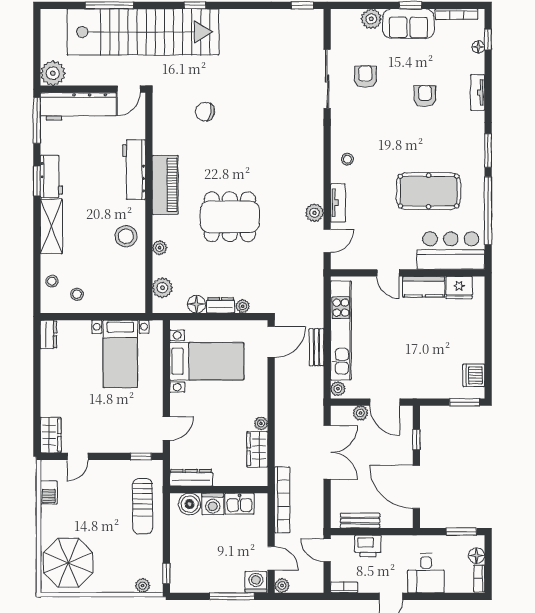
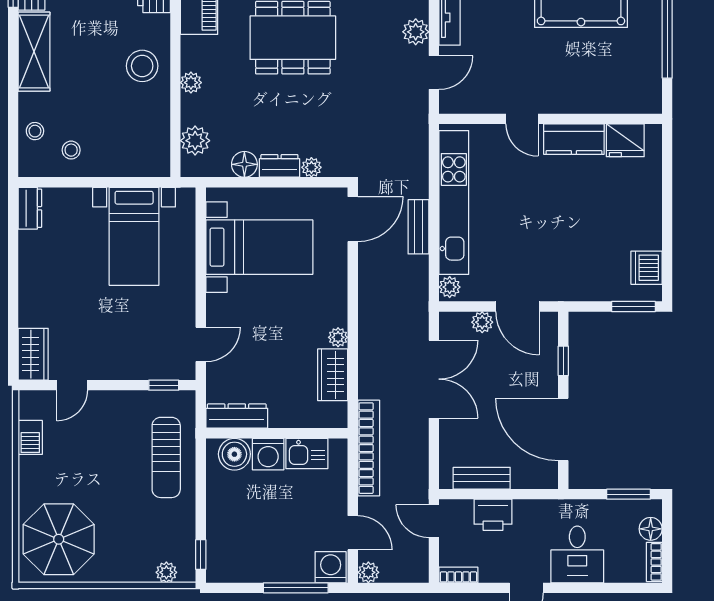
bar counter: (451, 251) -> (613, 87), removed

